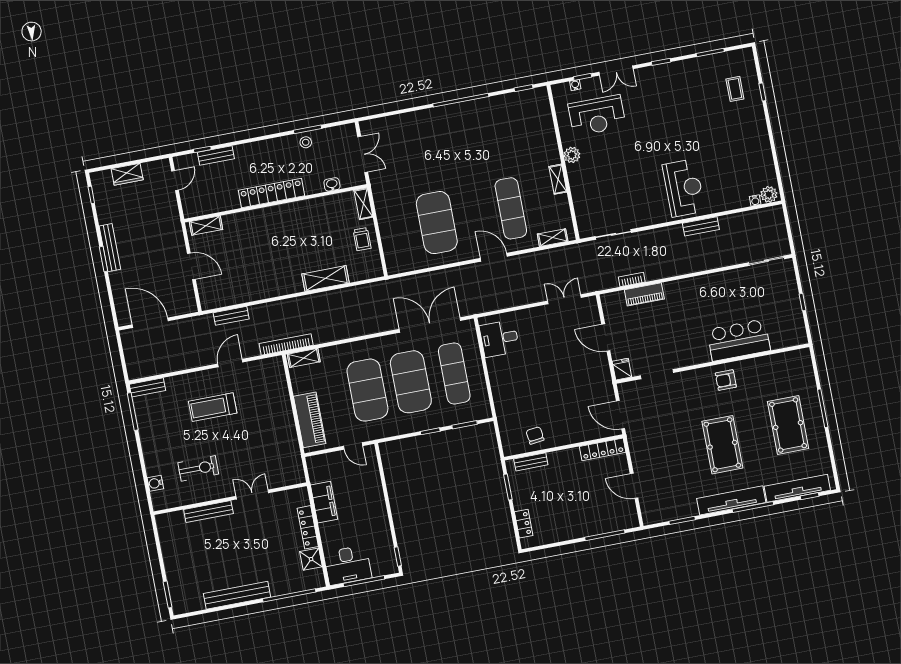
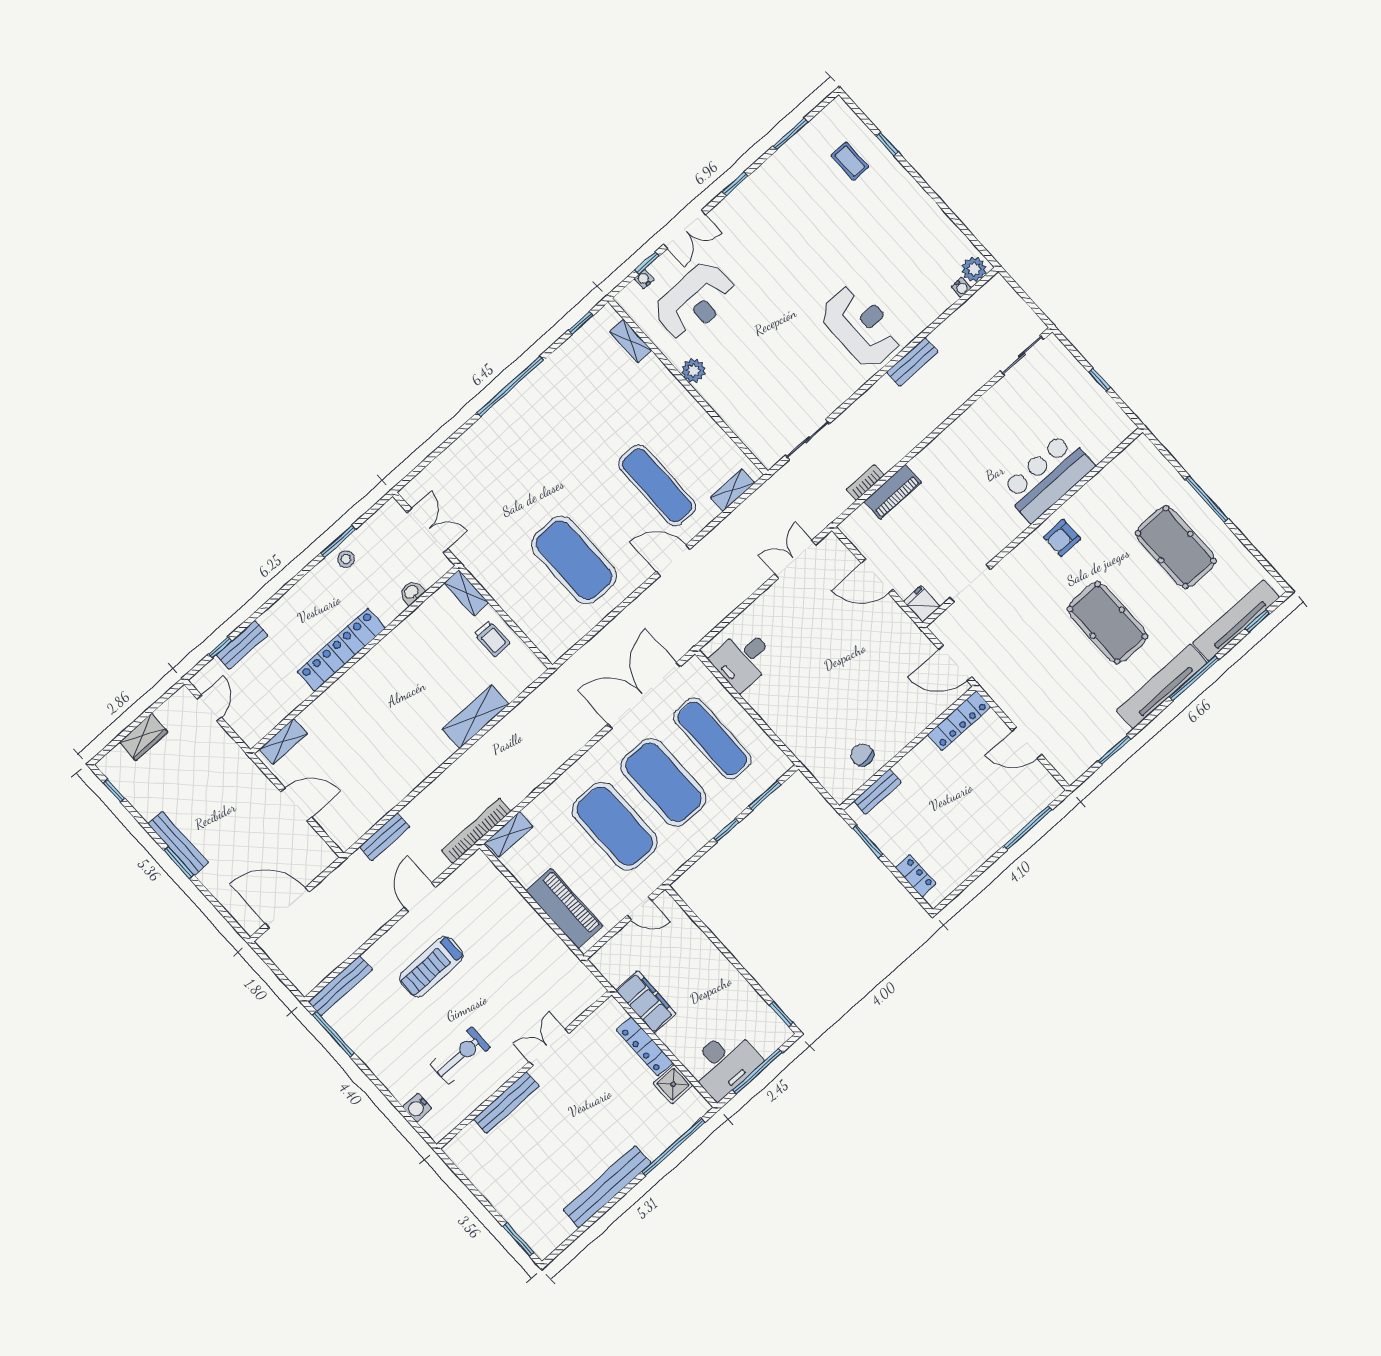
shelving: (558, 179) -> (631, 341), moved
bench: (147, 387) -> (340, 986), width x1.36

